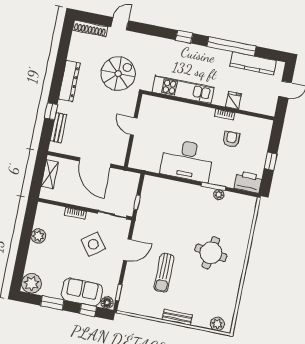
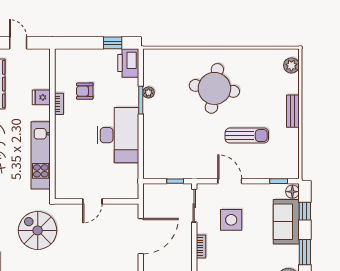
window: (271, 161) -> (113, 43), moved
side table: (93, 244) -> (231, 220), turned 37
round table: (211, 253) -> (214, 88), width x1.36, depth x1.36

